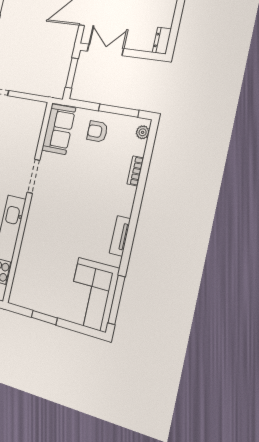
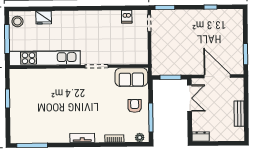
tv unit: (120, 236) -> (82, 138), moved
corner sofa: (92, 295) -> (31, 128), removed

